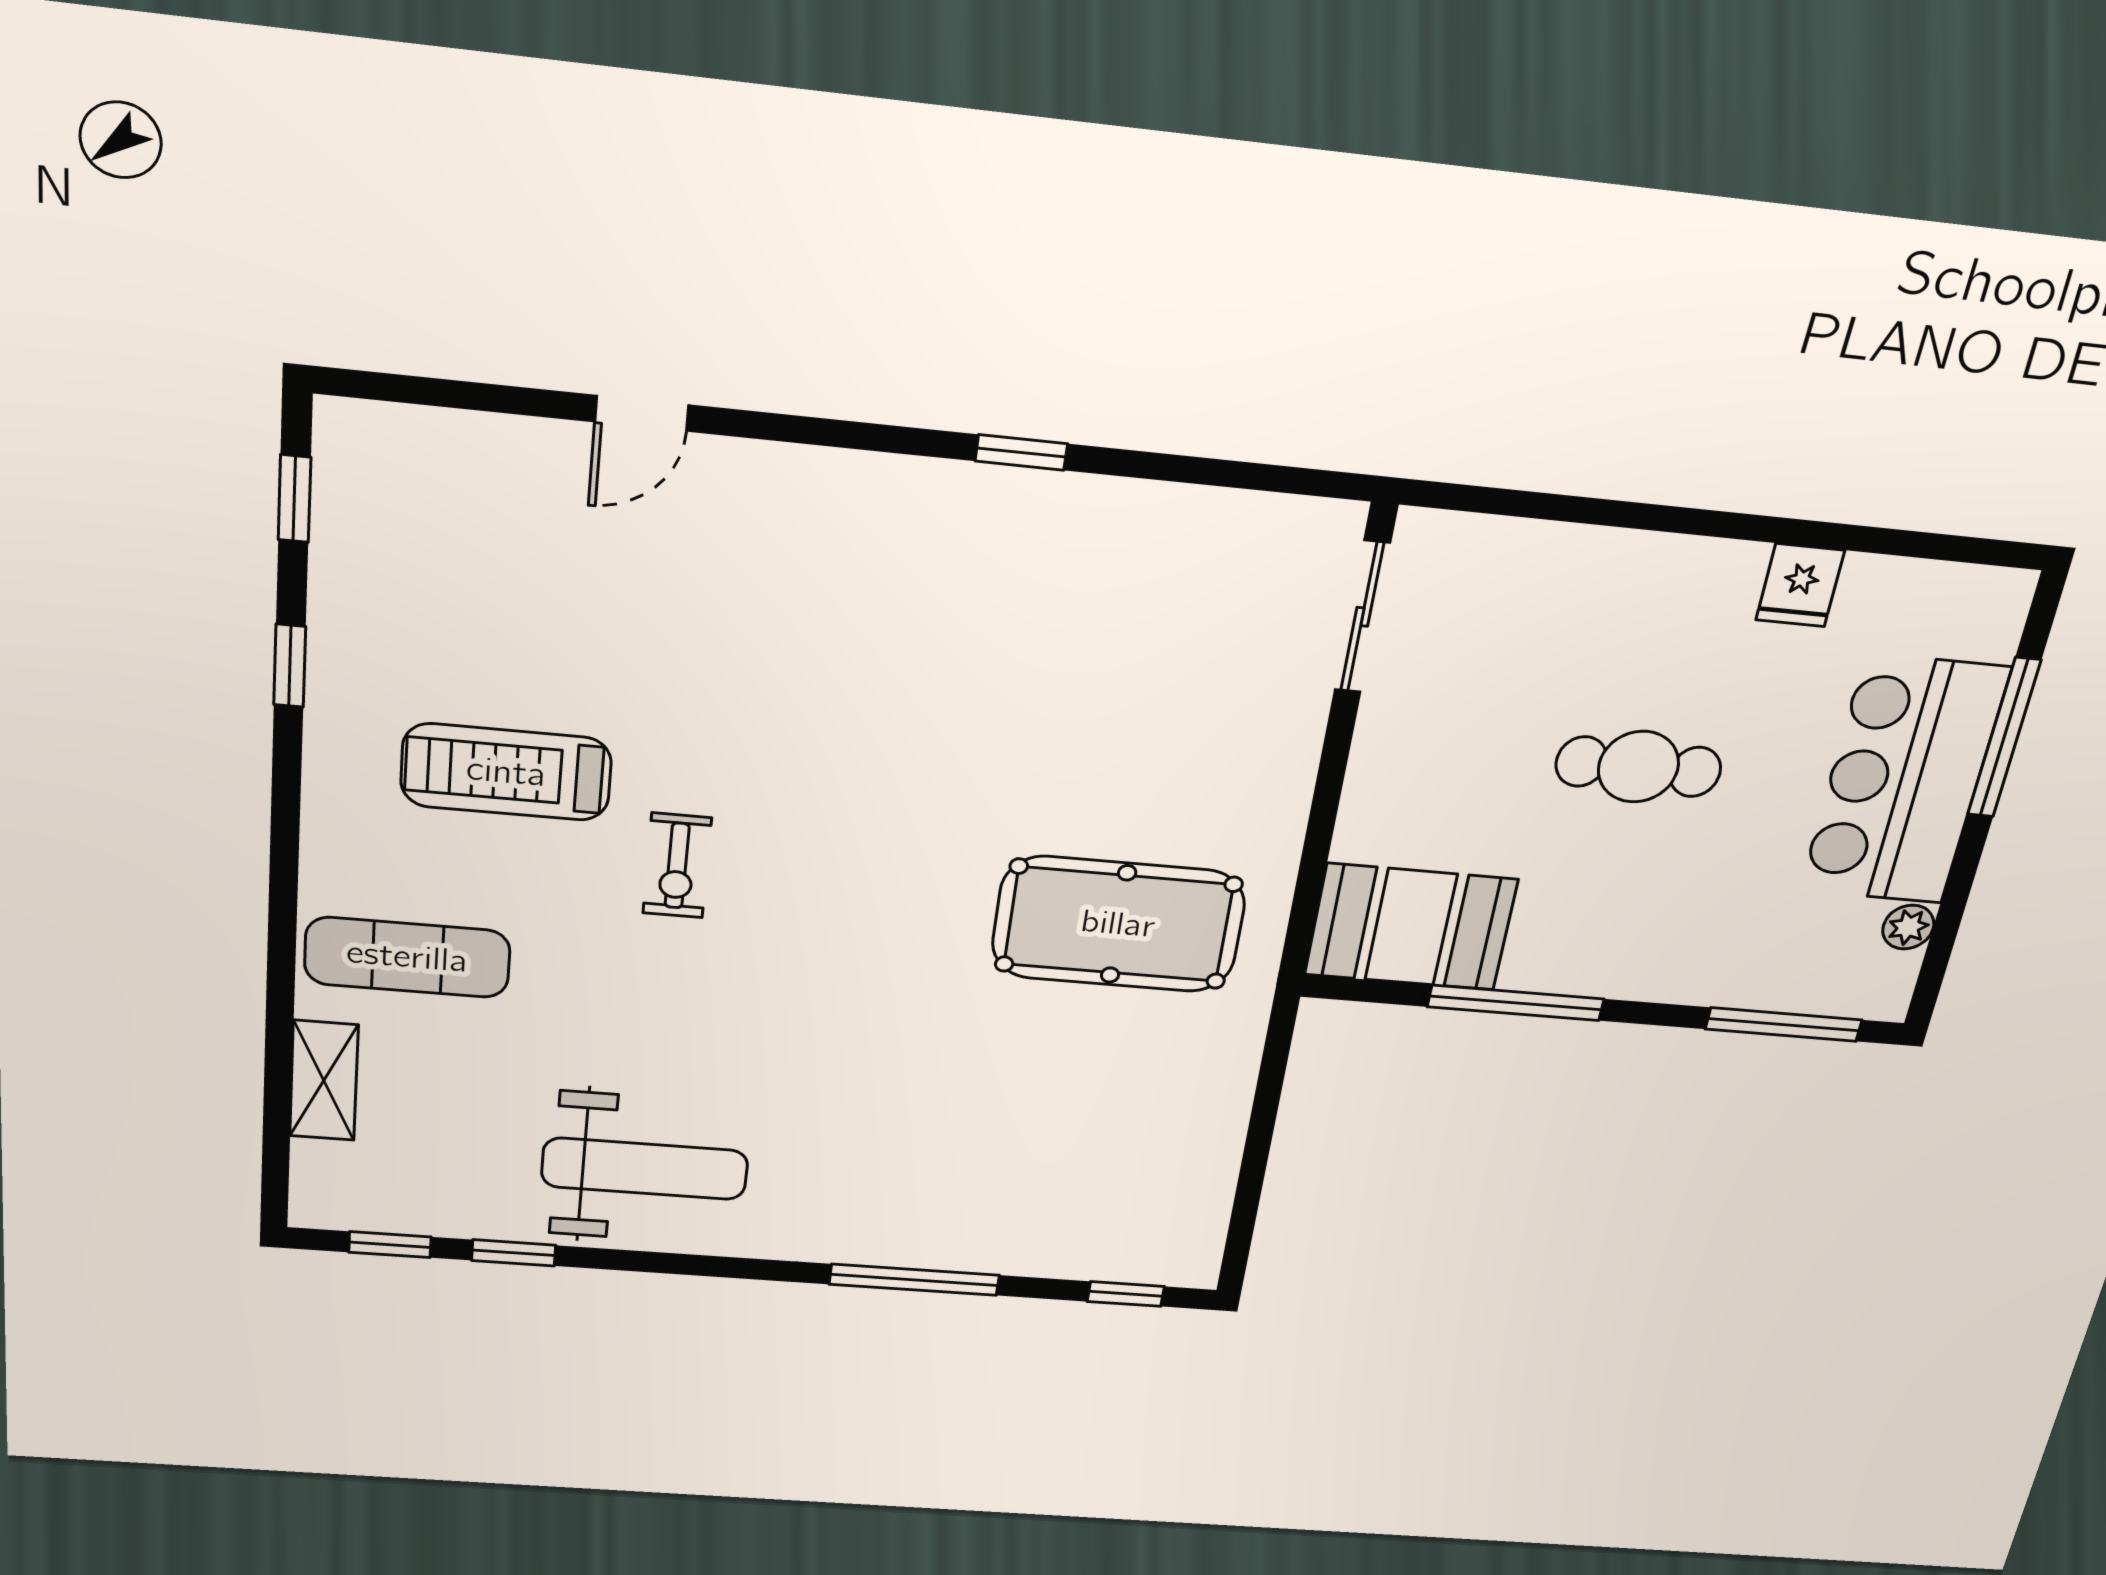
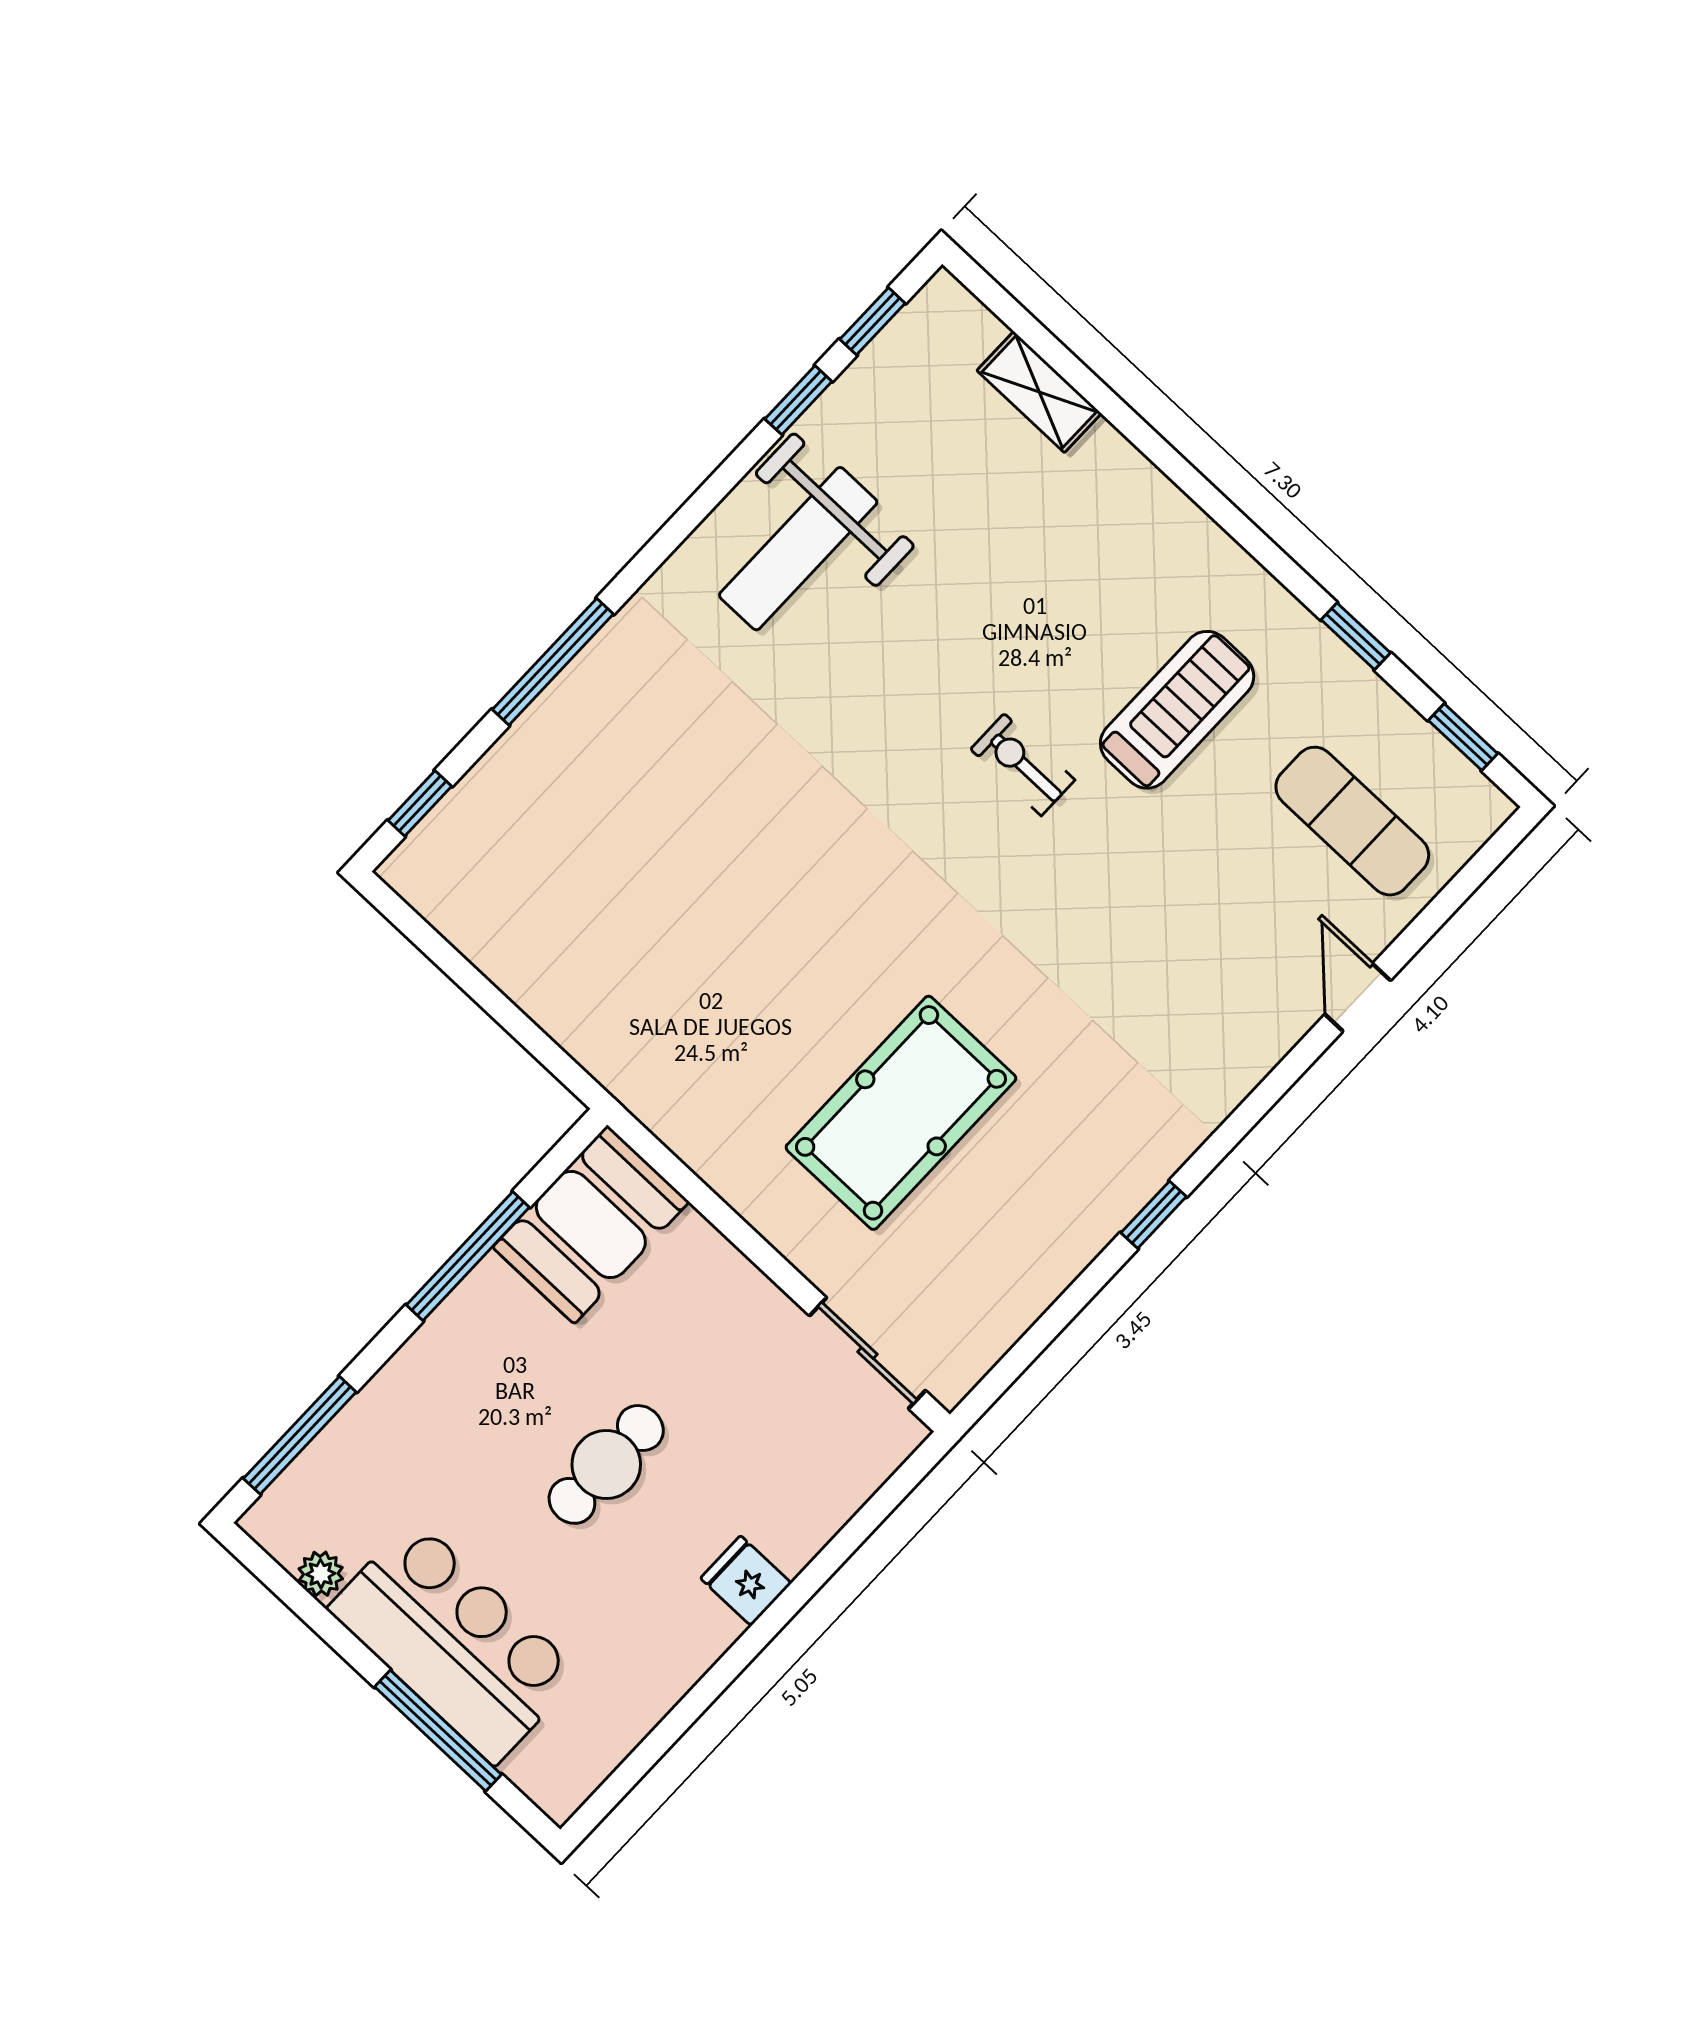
fridge: (1800, 585) -> (746, 1581), moved
pool table: (1118, 924) -> (901, 1113), moved
exercise mat: (407, 957) -> (1352, 821), moved, turned 90

